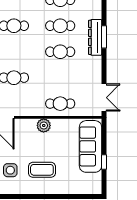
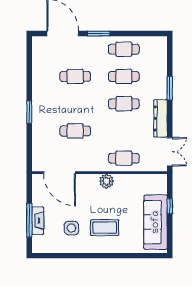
dresser: (95, 37) -> (160, 118), moved
sofa: (90, 146) -> (156, 222), moved
window: (104, 162) -> (170, 206), moved

